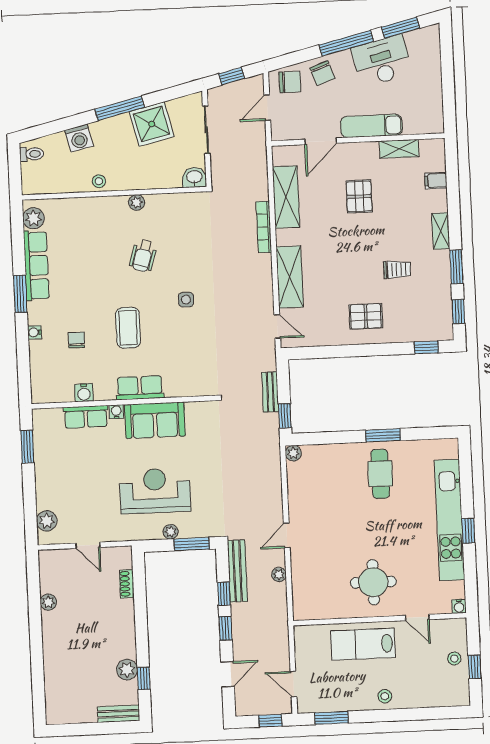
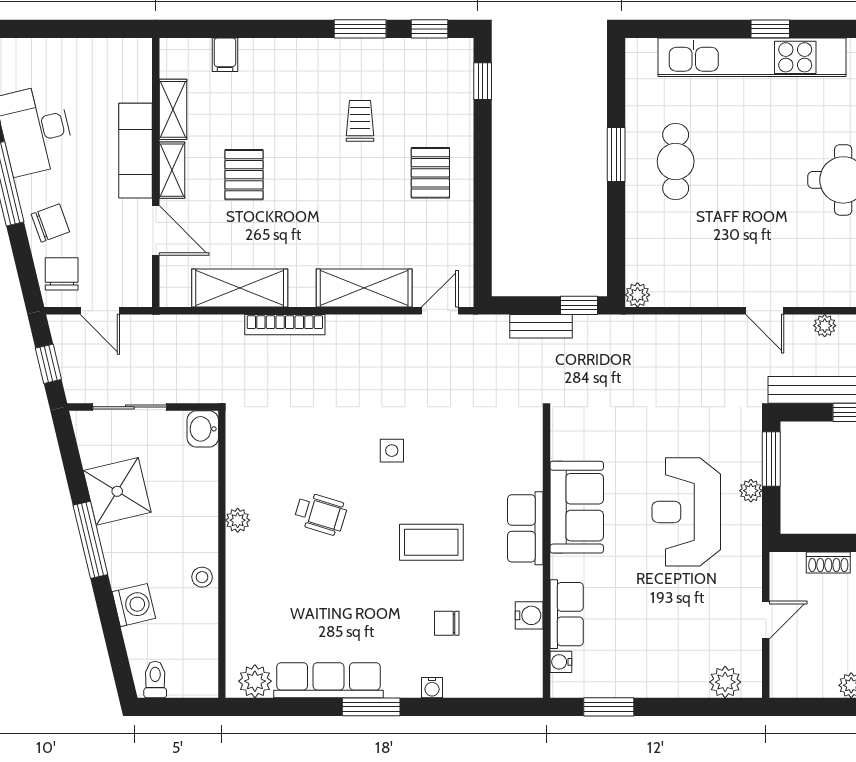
pallet: (359, 196) -> (244, 175), turned 90
shelving: (441, 231) -> (172, 170), moved, turned 90
water cooler: (116, 412) -> (561, 662), moved
cafe table: (380, 474) -> (676, 161), turned 90

